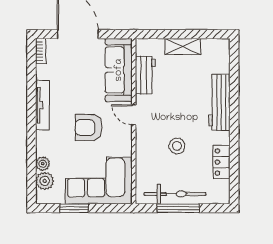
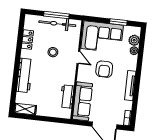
shelving: (183, 46) -> (25, 109), moved
door: (134, 115) -> (78, 58), moved
armchair: (89, 127) -> (104, 69), turned 90

